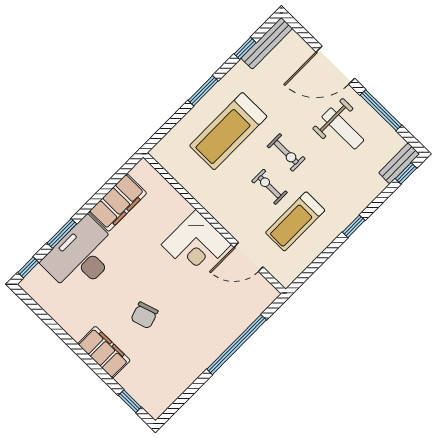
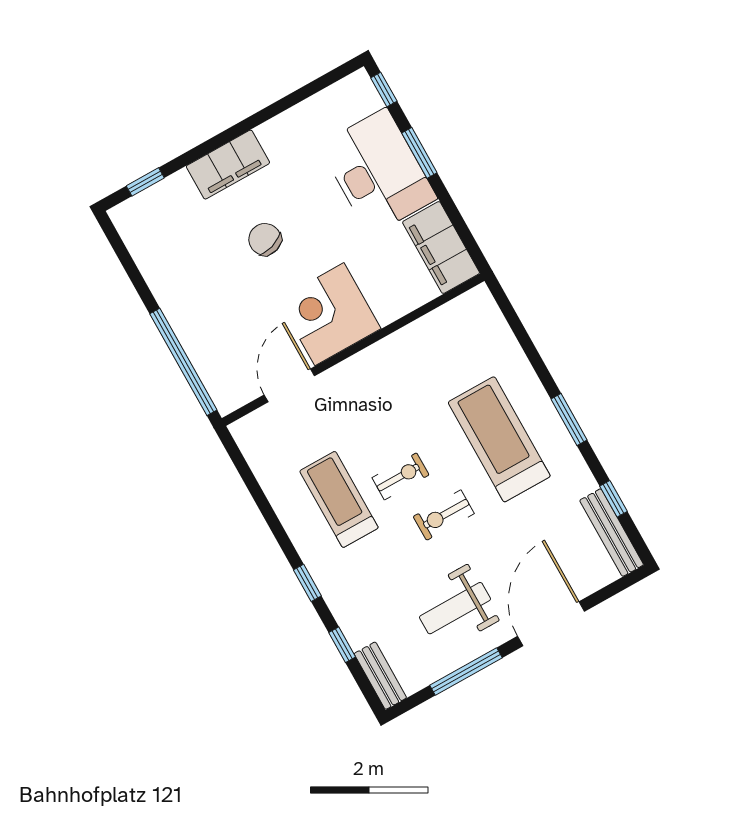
window: (406, 173) -> (342, 645), moved
wall: (214, 223) -> (353, 350), moved
corner desk: (196, 245) -> (329, 314), moved
door: (249, 257) -> (289, 385), moved

